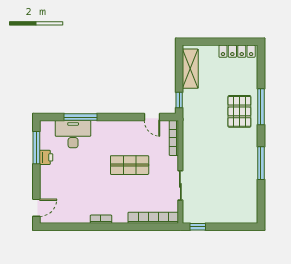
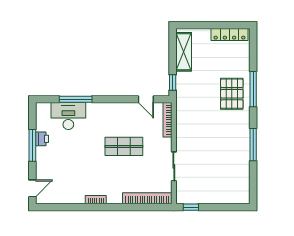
window: (36, 148) -> (32, 145), moved

